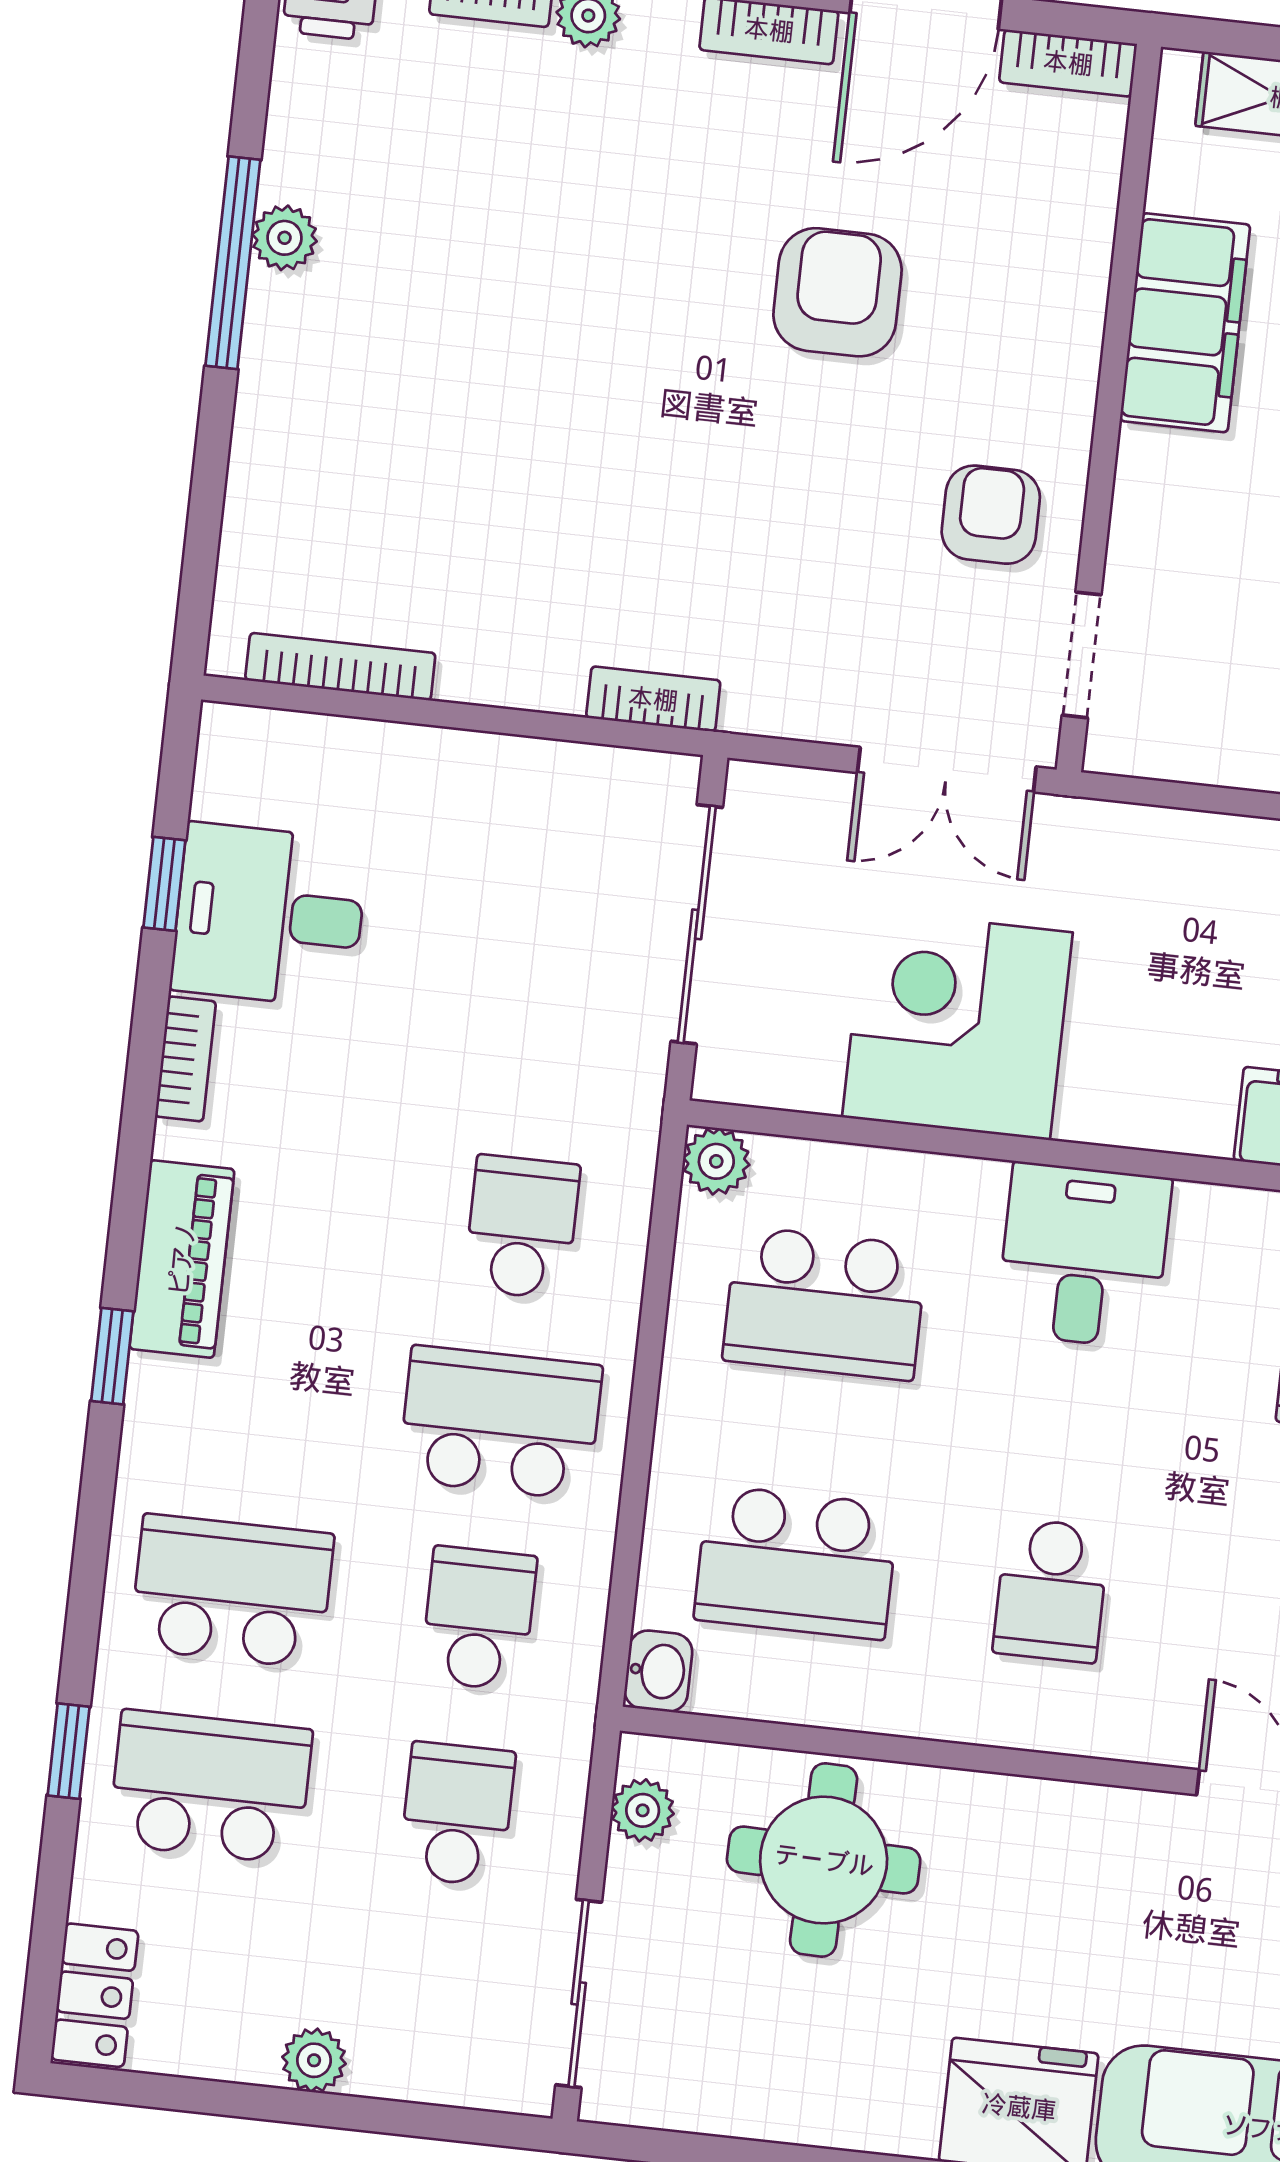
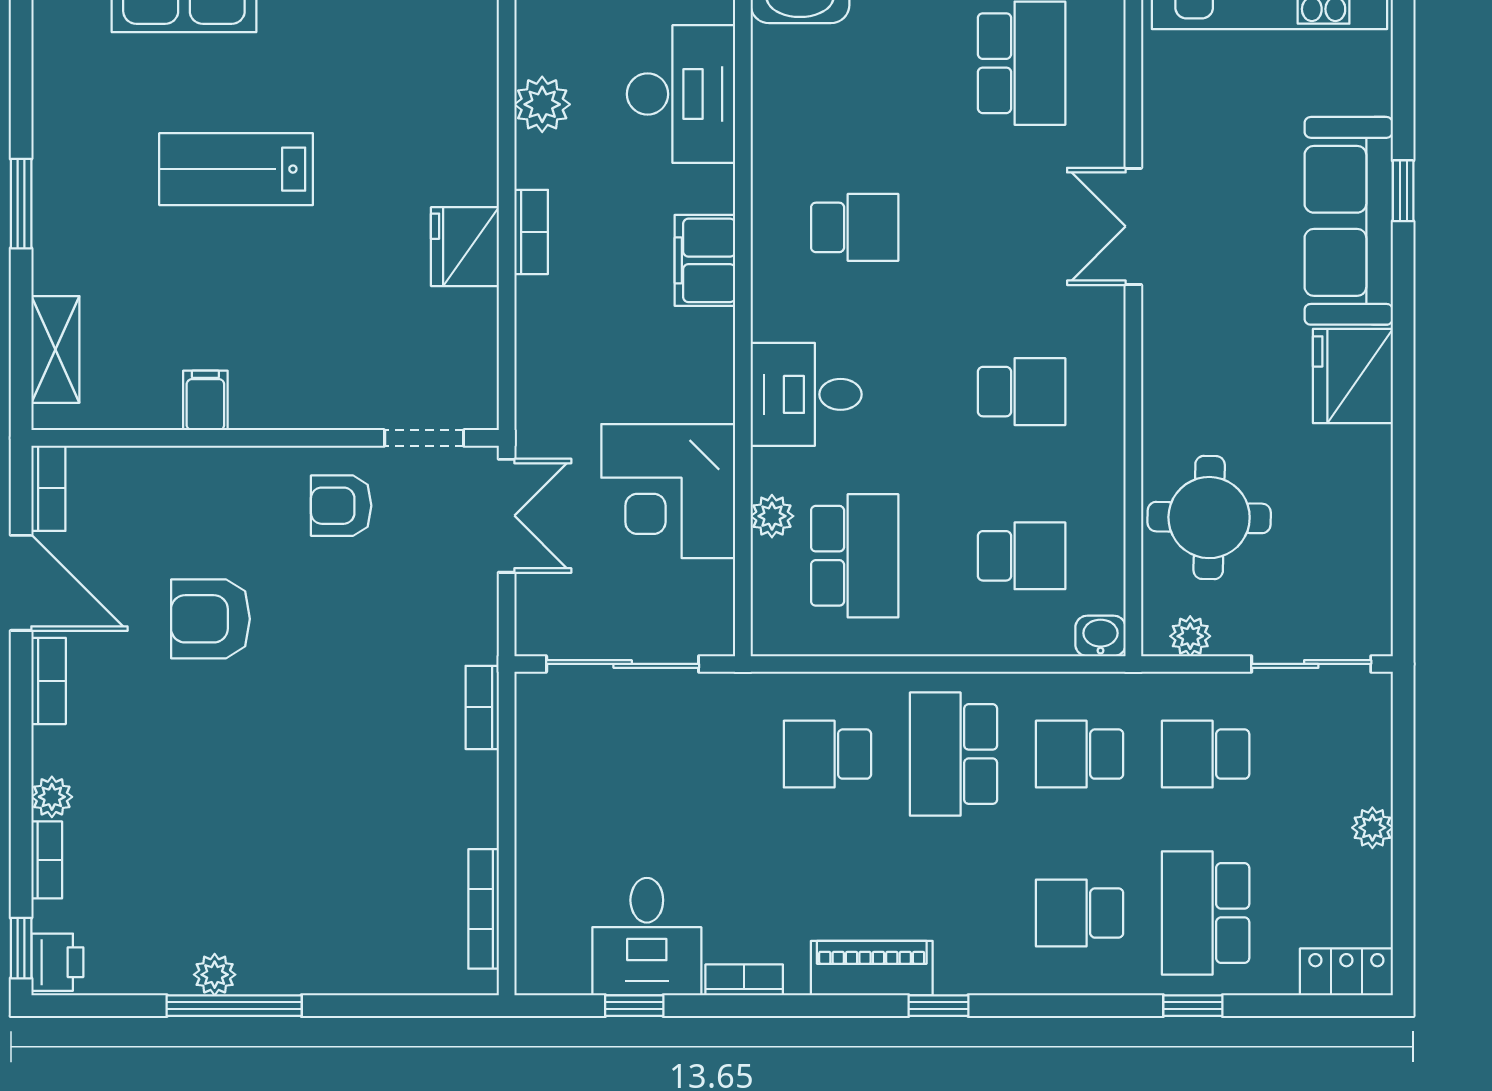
filing cabinet: (1185, 323) -> (205, 400), width x0.33, depth x0.86
plant: (716, 1161) -> (772, 516), moved
school desk: (796, 1562) -> (1022, 556), width x0.54
school desk: (232, 1591) -> (1080, 913), width x0.54

